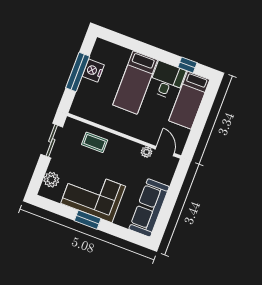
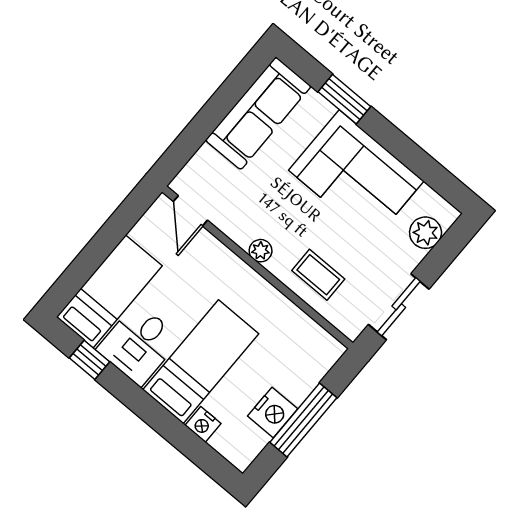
nightstand: (124, 53) -> (203, 424), added
plant: (147, 152) -> (261, 251), moved
window: (88, 220) -> (344, 99), moved

